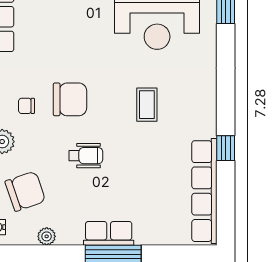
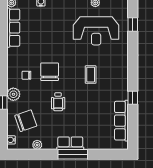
chair: (70, 99) -> (50, 72), turned -90
wheelchair: (86, 156) -> (58, 102), turned 90
row of seats: (204, 191) -> (121, 121), width x0.73

